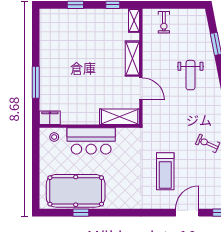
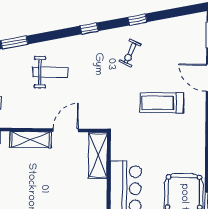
treadmill: (165, 171) -> (162, 103), turned 180

